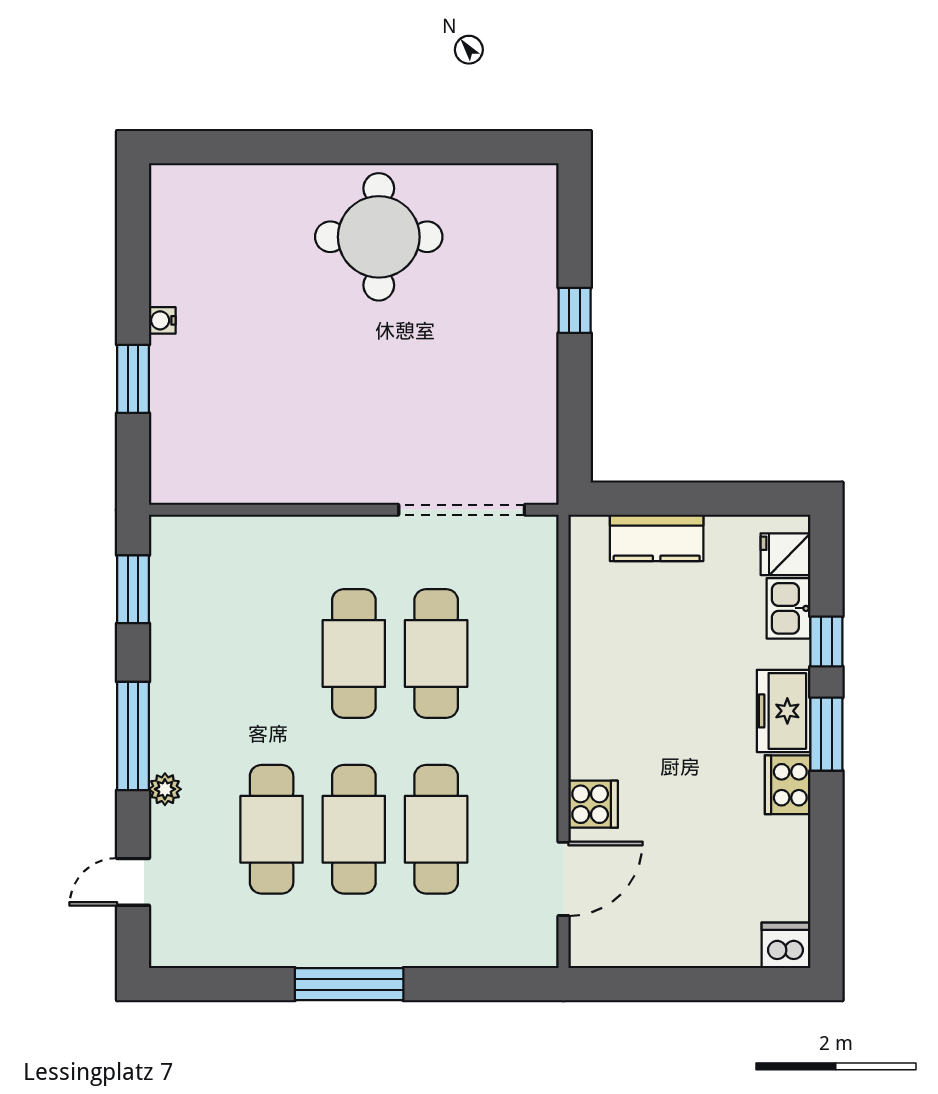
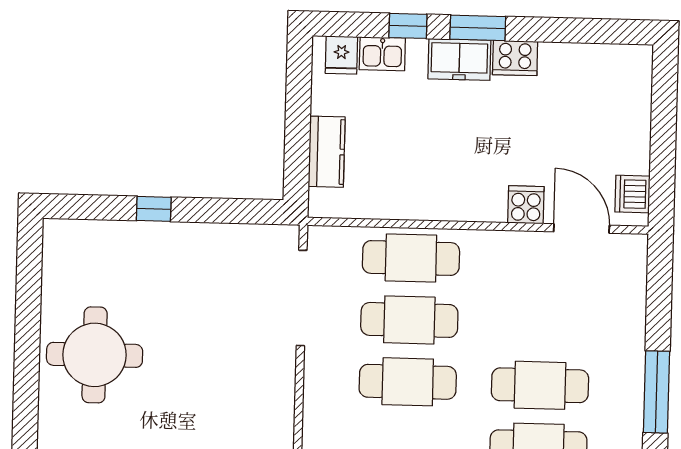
cafe table: (436, 829) -> (411, 258), moved
dishwasher: (786, 945) -> (632, 194), moved

